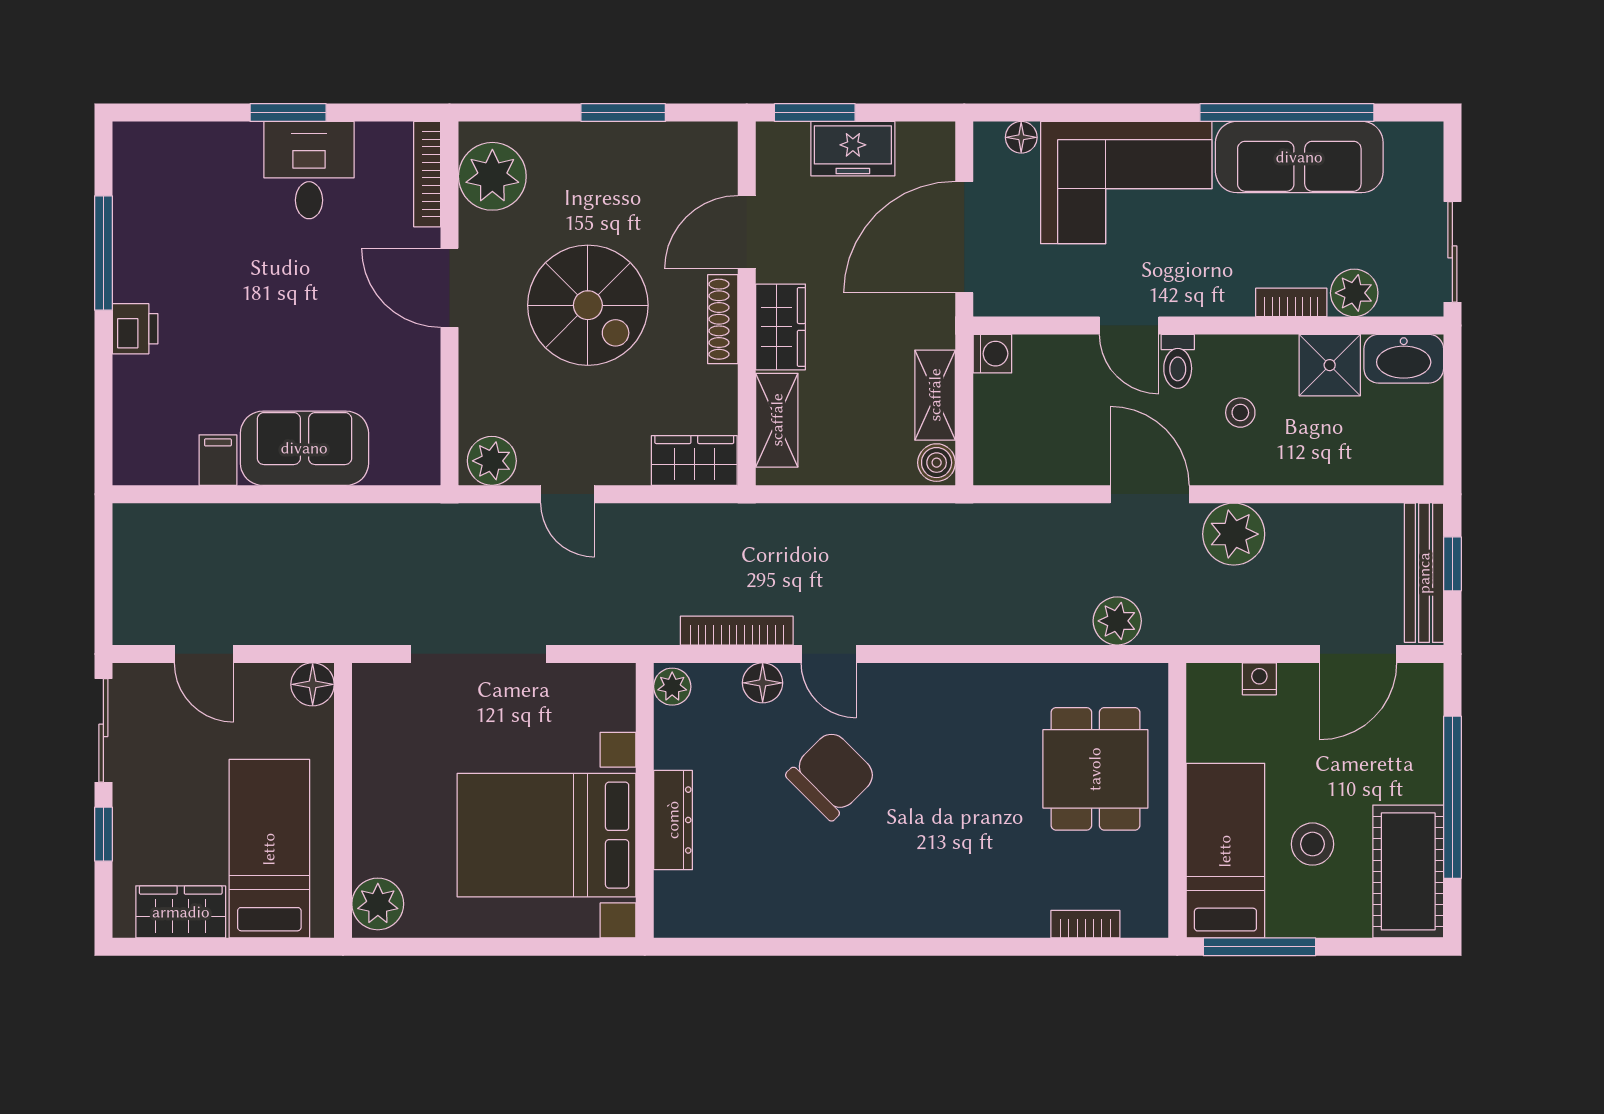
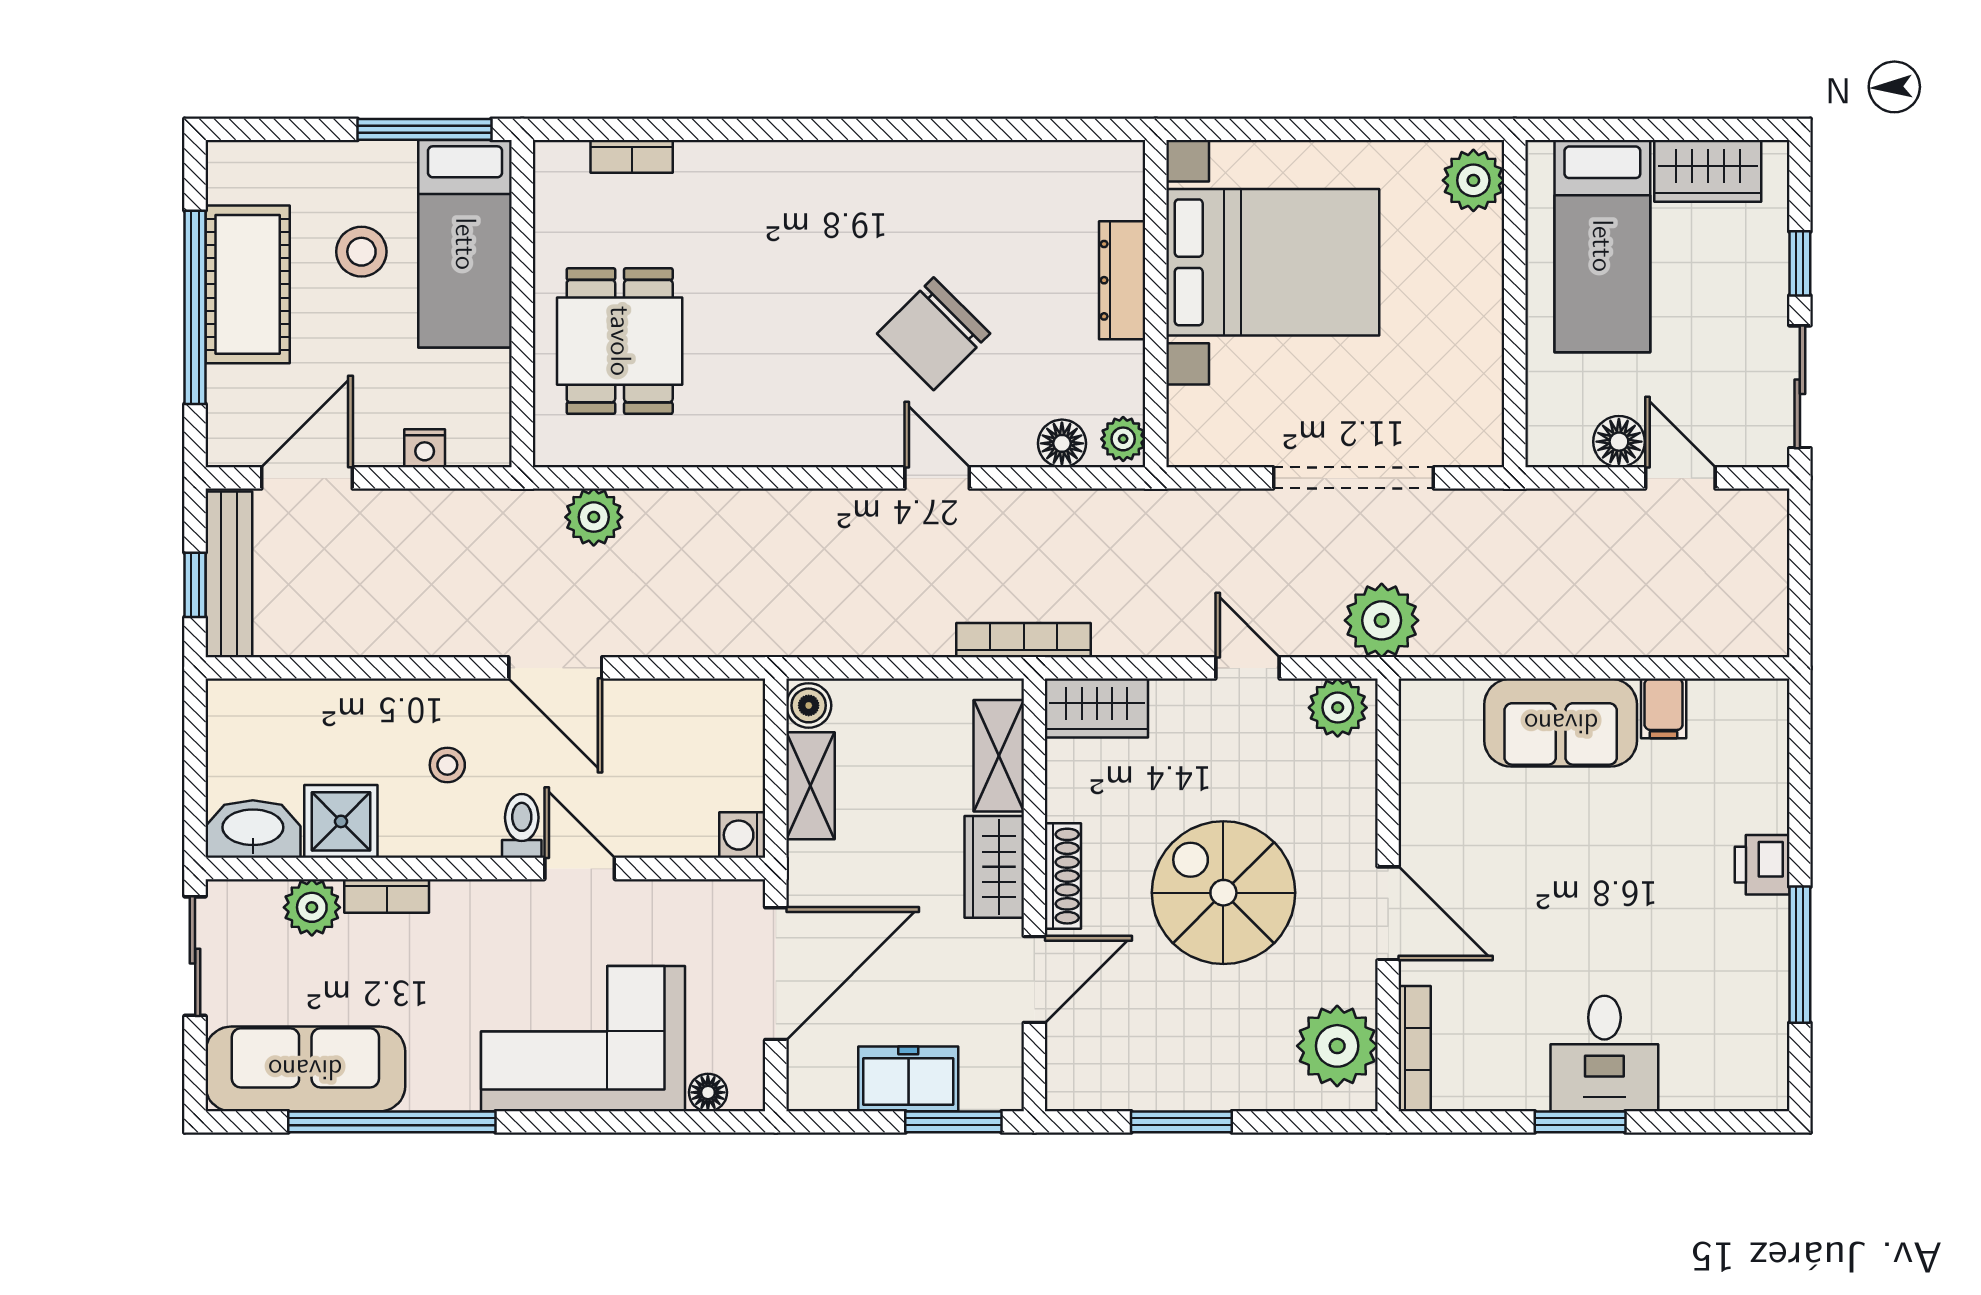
sofa: (1299, 157) -> (305, 1069), moved
desk: (309, 170) -> (1604, 1053), moved
plant: (1234, 534) -> (1382, 620), moved
bookcase: (737, 631) -> (1024, 640), moved, turned 180
floor lamp: (763, 683) -> (1062, 443), moved
floor lamp: (313, 684) -> (1619, 442), moved
cot: (1408, 871) -> (248, 284), moved

